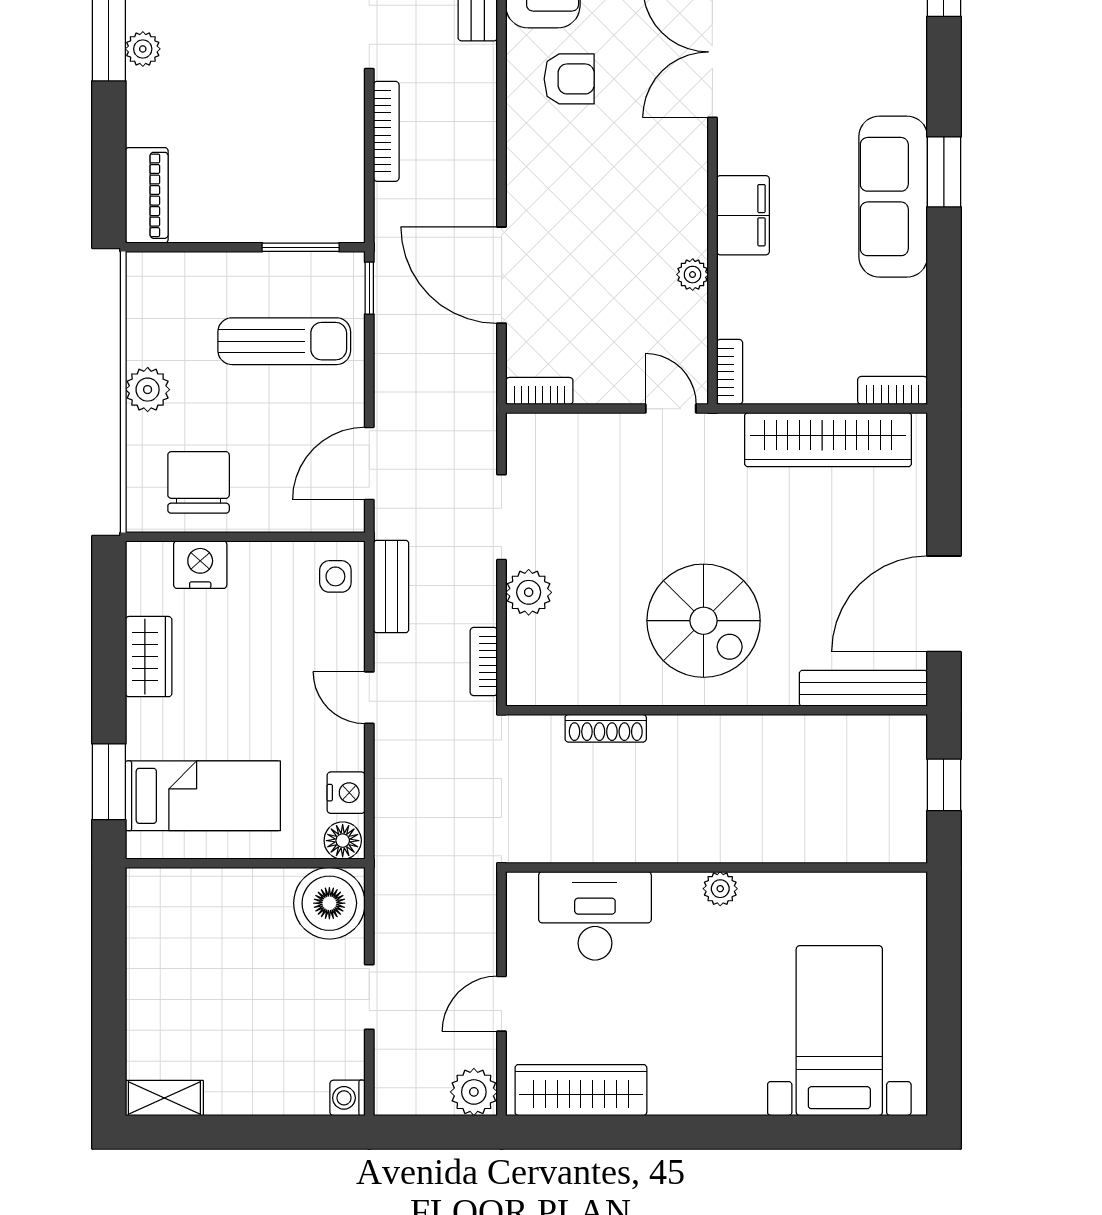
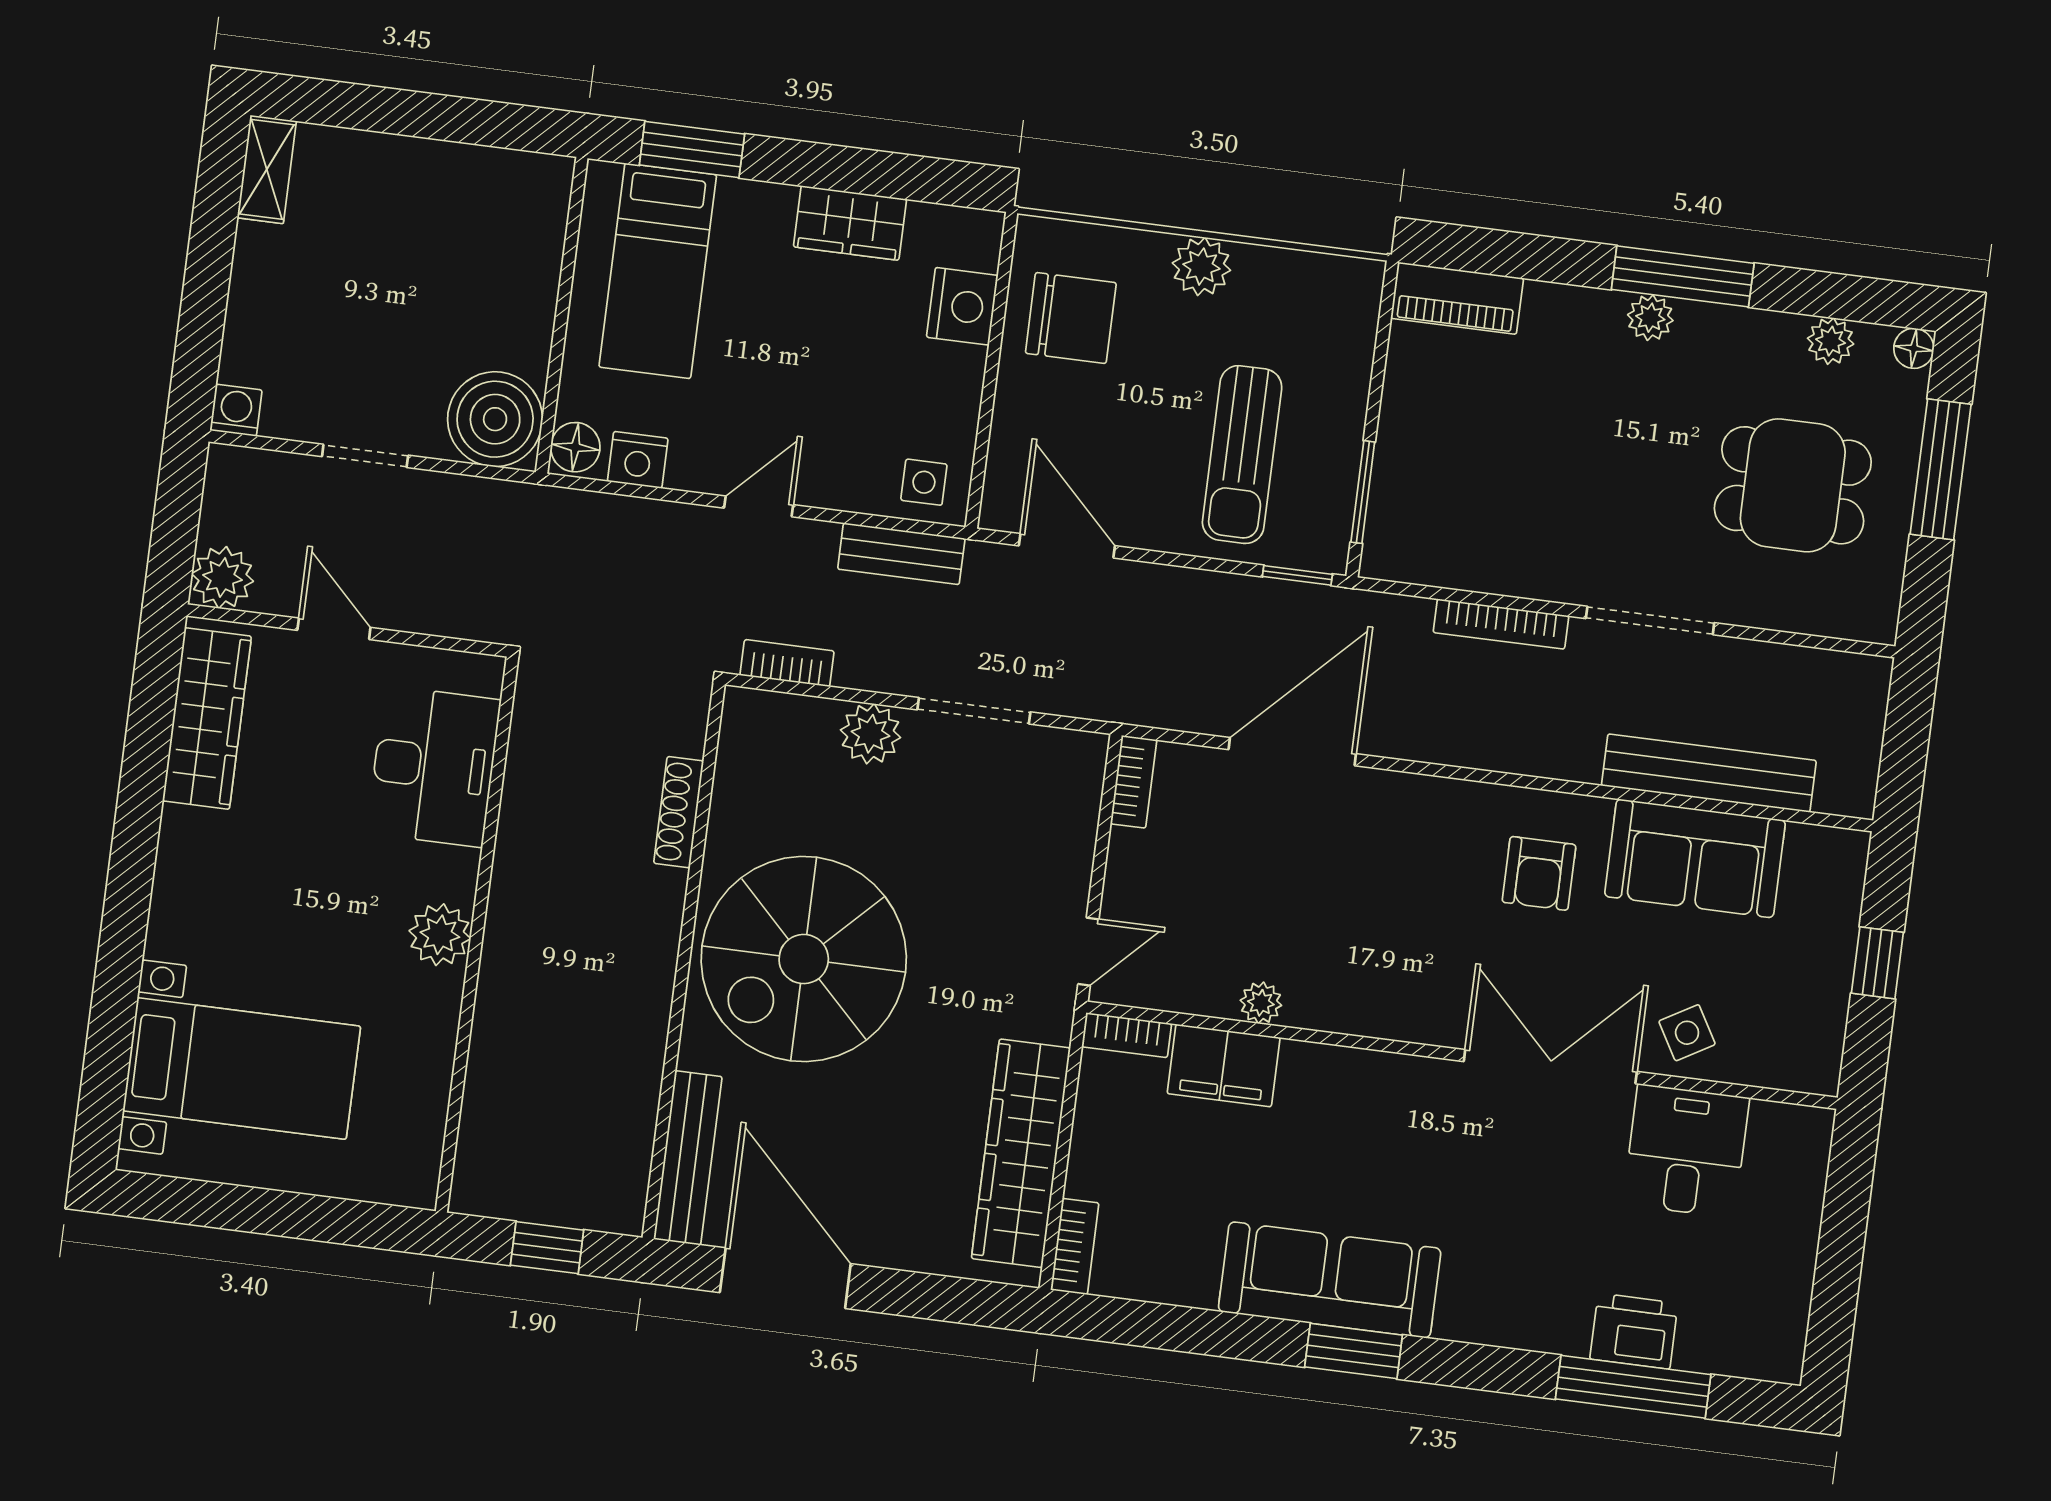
filing cabinet: (743, 215) -> (1224, 1066), moved
spiral stairs: (704, 621) -> (804, 959), width x1.37, depth x1.37
plant: (720, 889) -> (440, 935), width x1.38, depth x1.38

